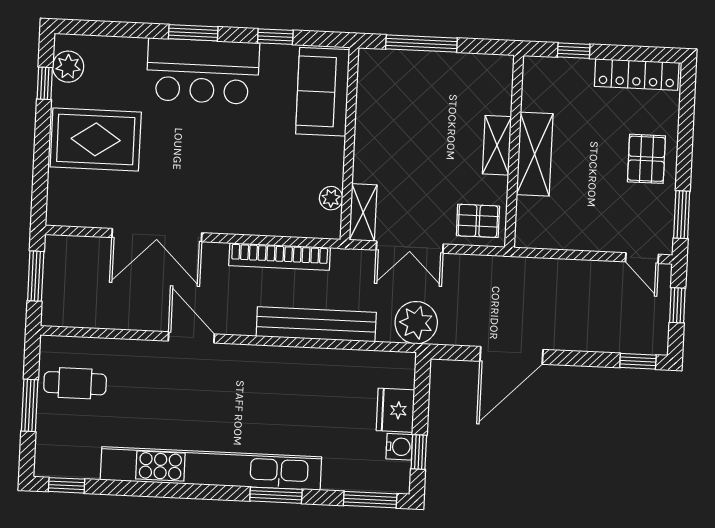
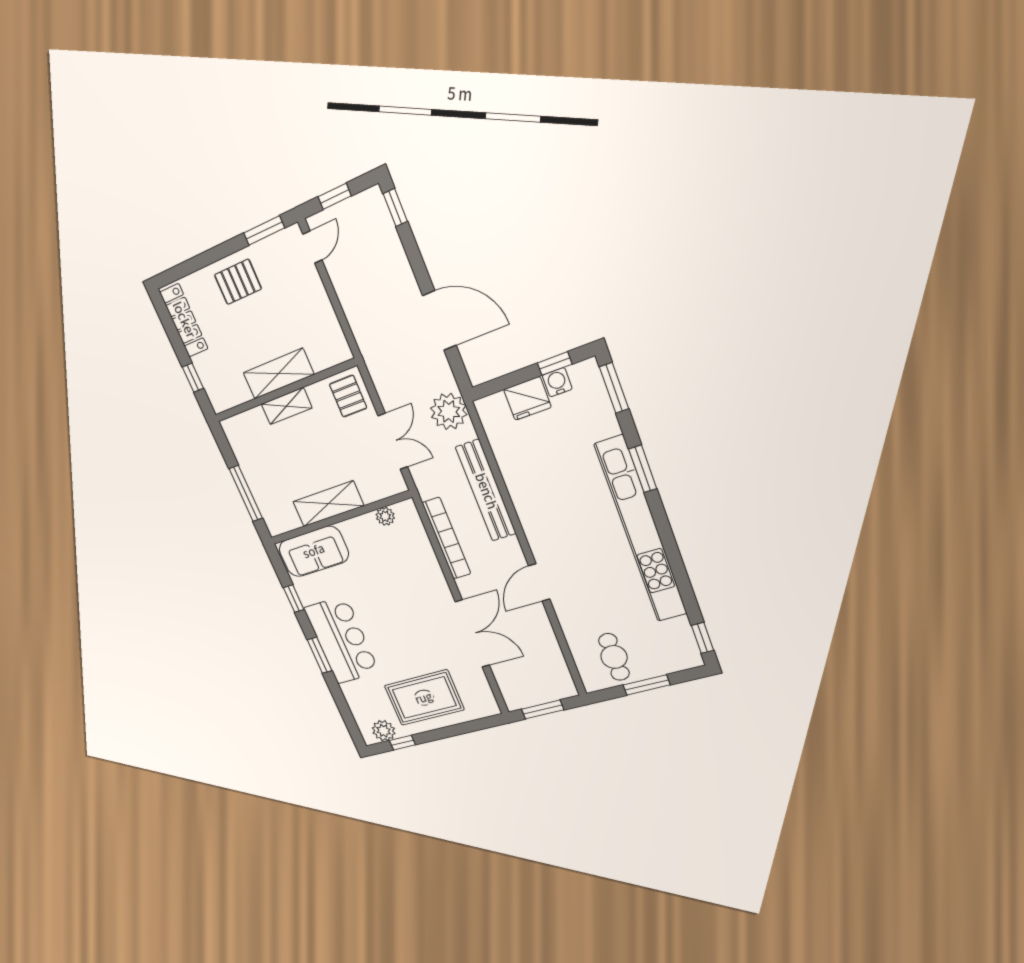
rug: (96, 139) -> (424, 698), turned 90
shelving: (363, 212) -> (328, 504), moved, width x1.50, depth x1.33

